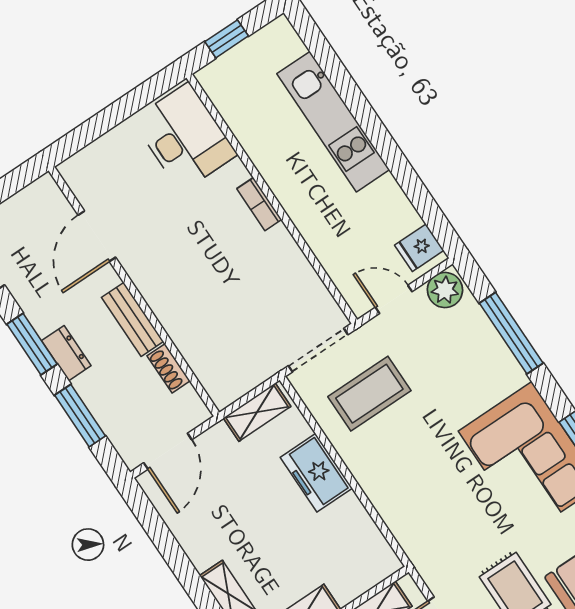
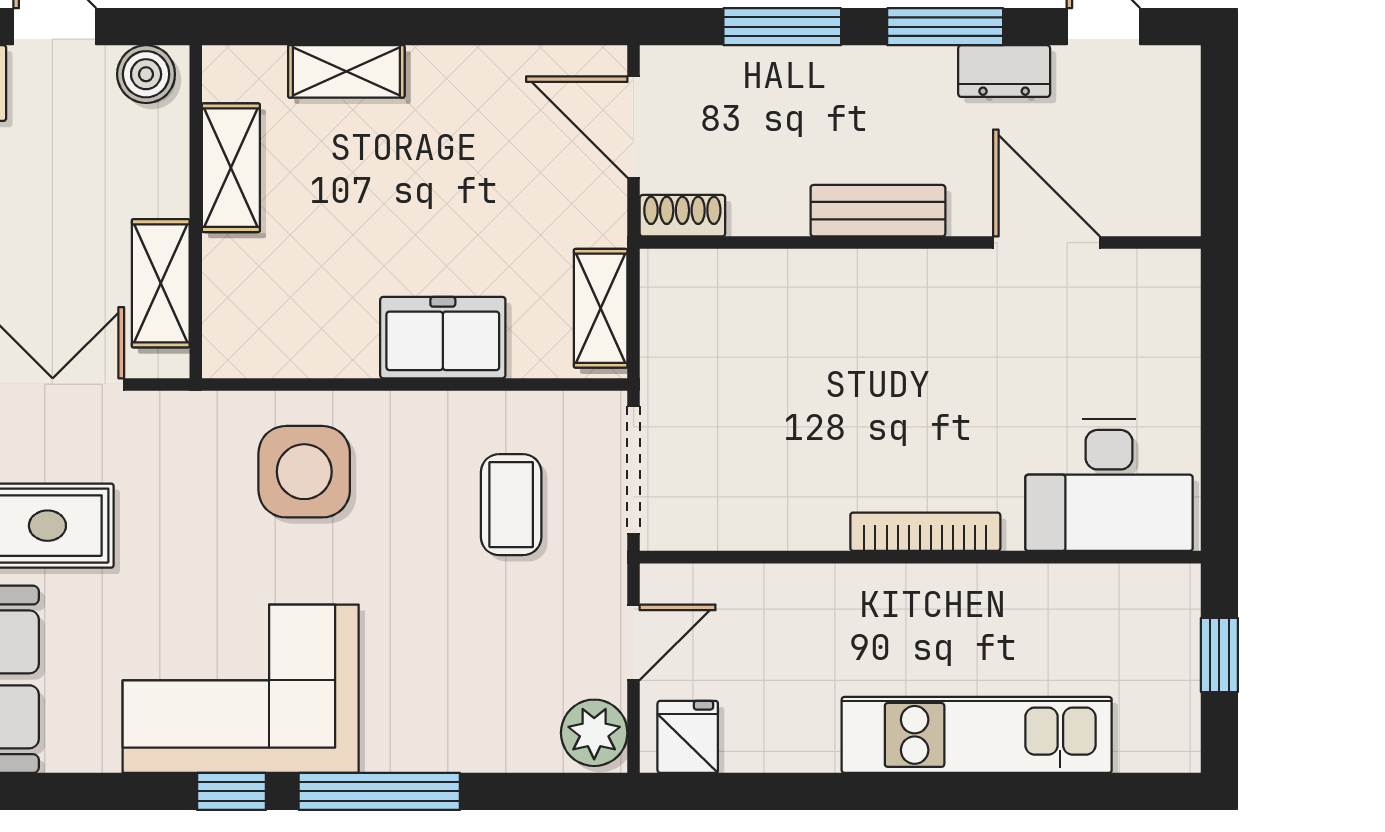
bookcase: (259, 204) -> (925, 532), width x1.56
window: (511, 333) -> (379, 791), moved
dresser: (66, 353) -> (1004, 71), moved
shoe rack: (169, 368) -> (682, 216), moved
coffee table: (369, 394) -> (511, 505), width x0.73, depth x0.77
side table: (416, 494) -> (304, 472), added

